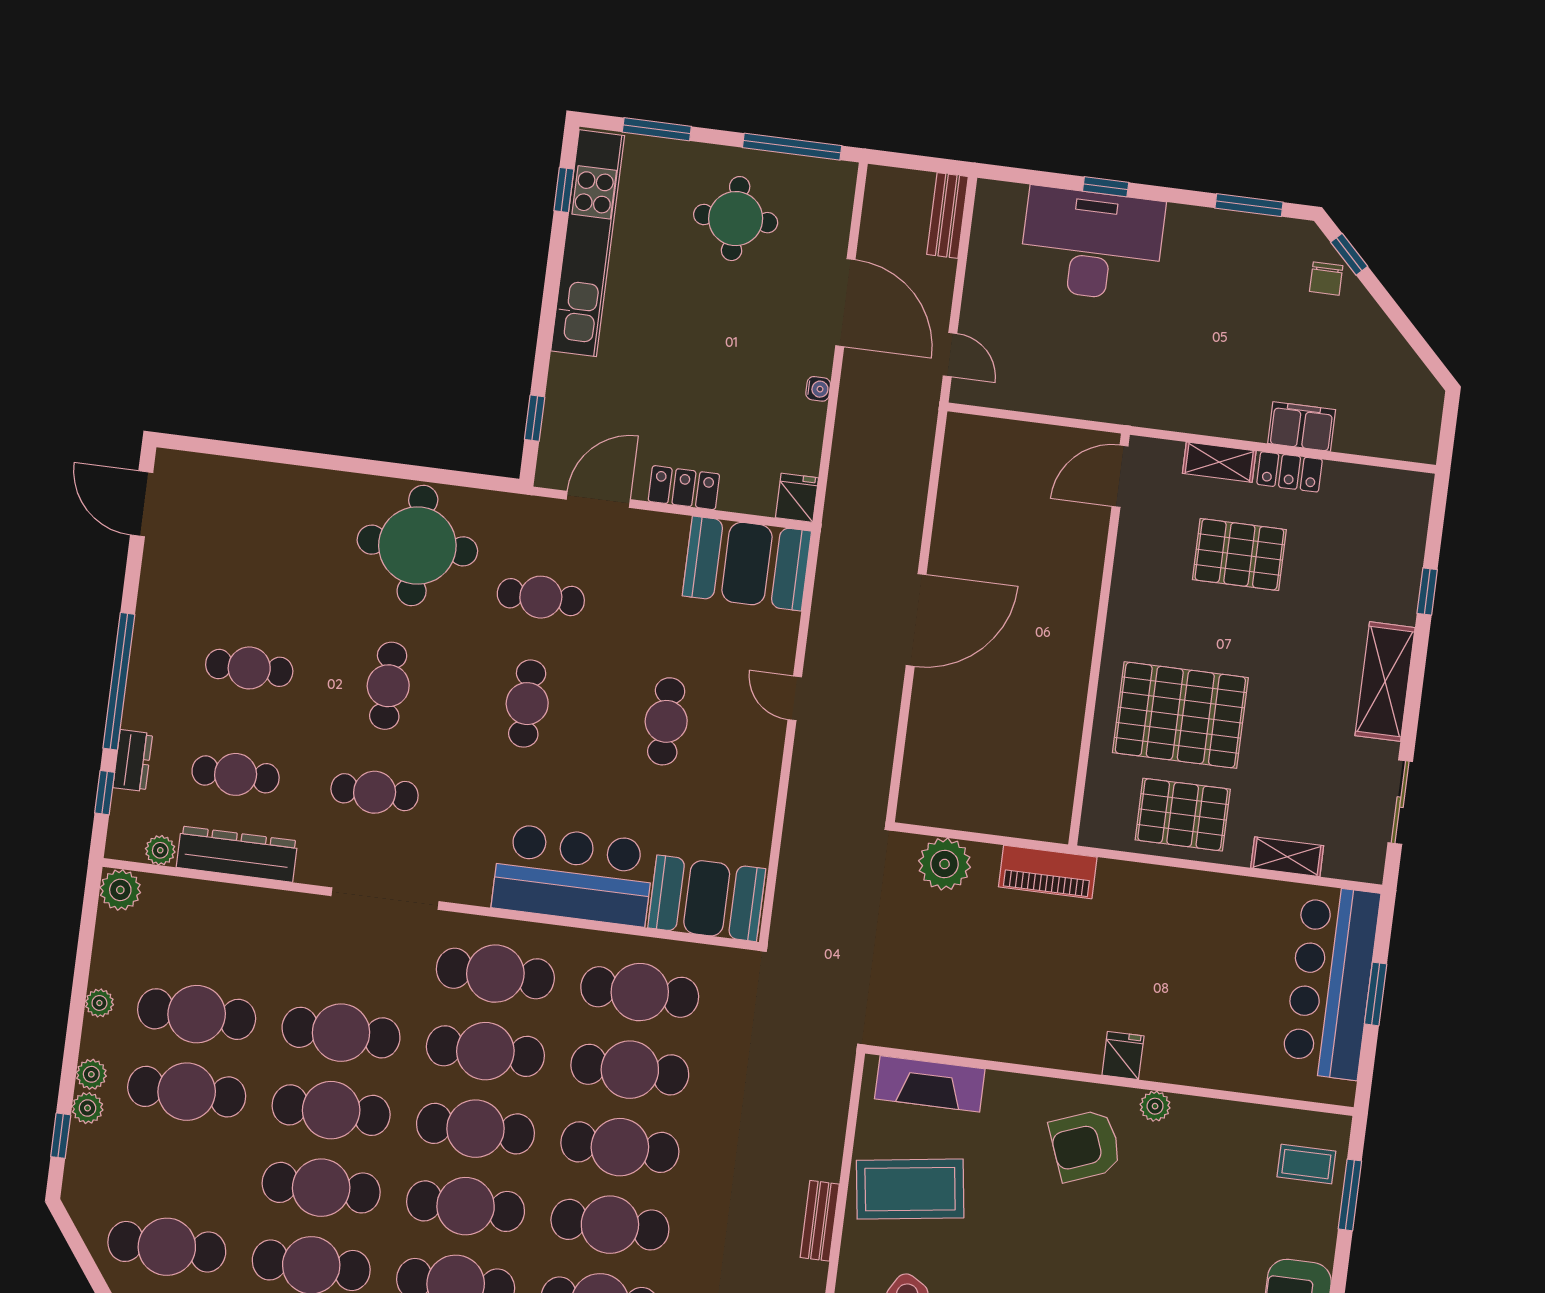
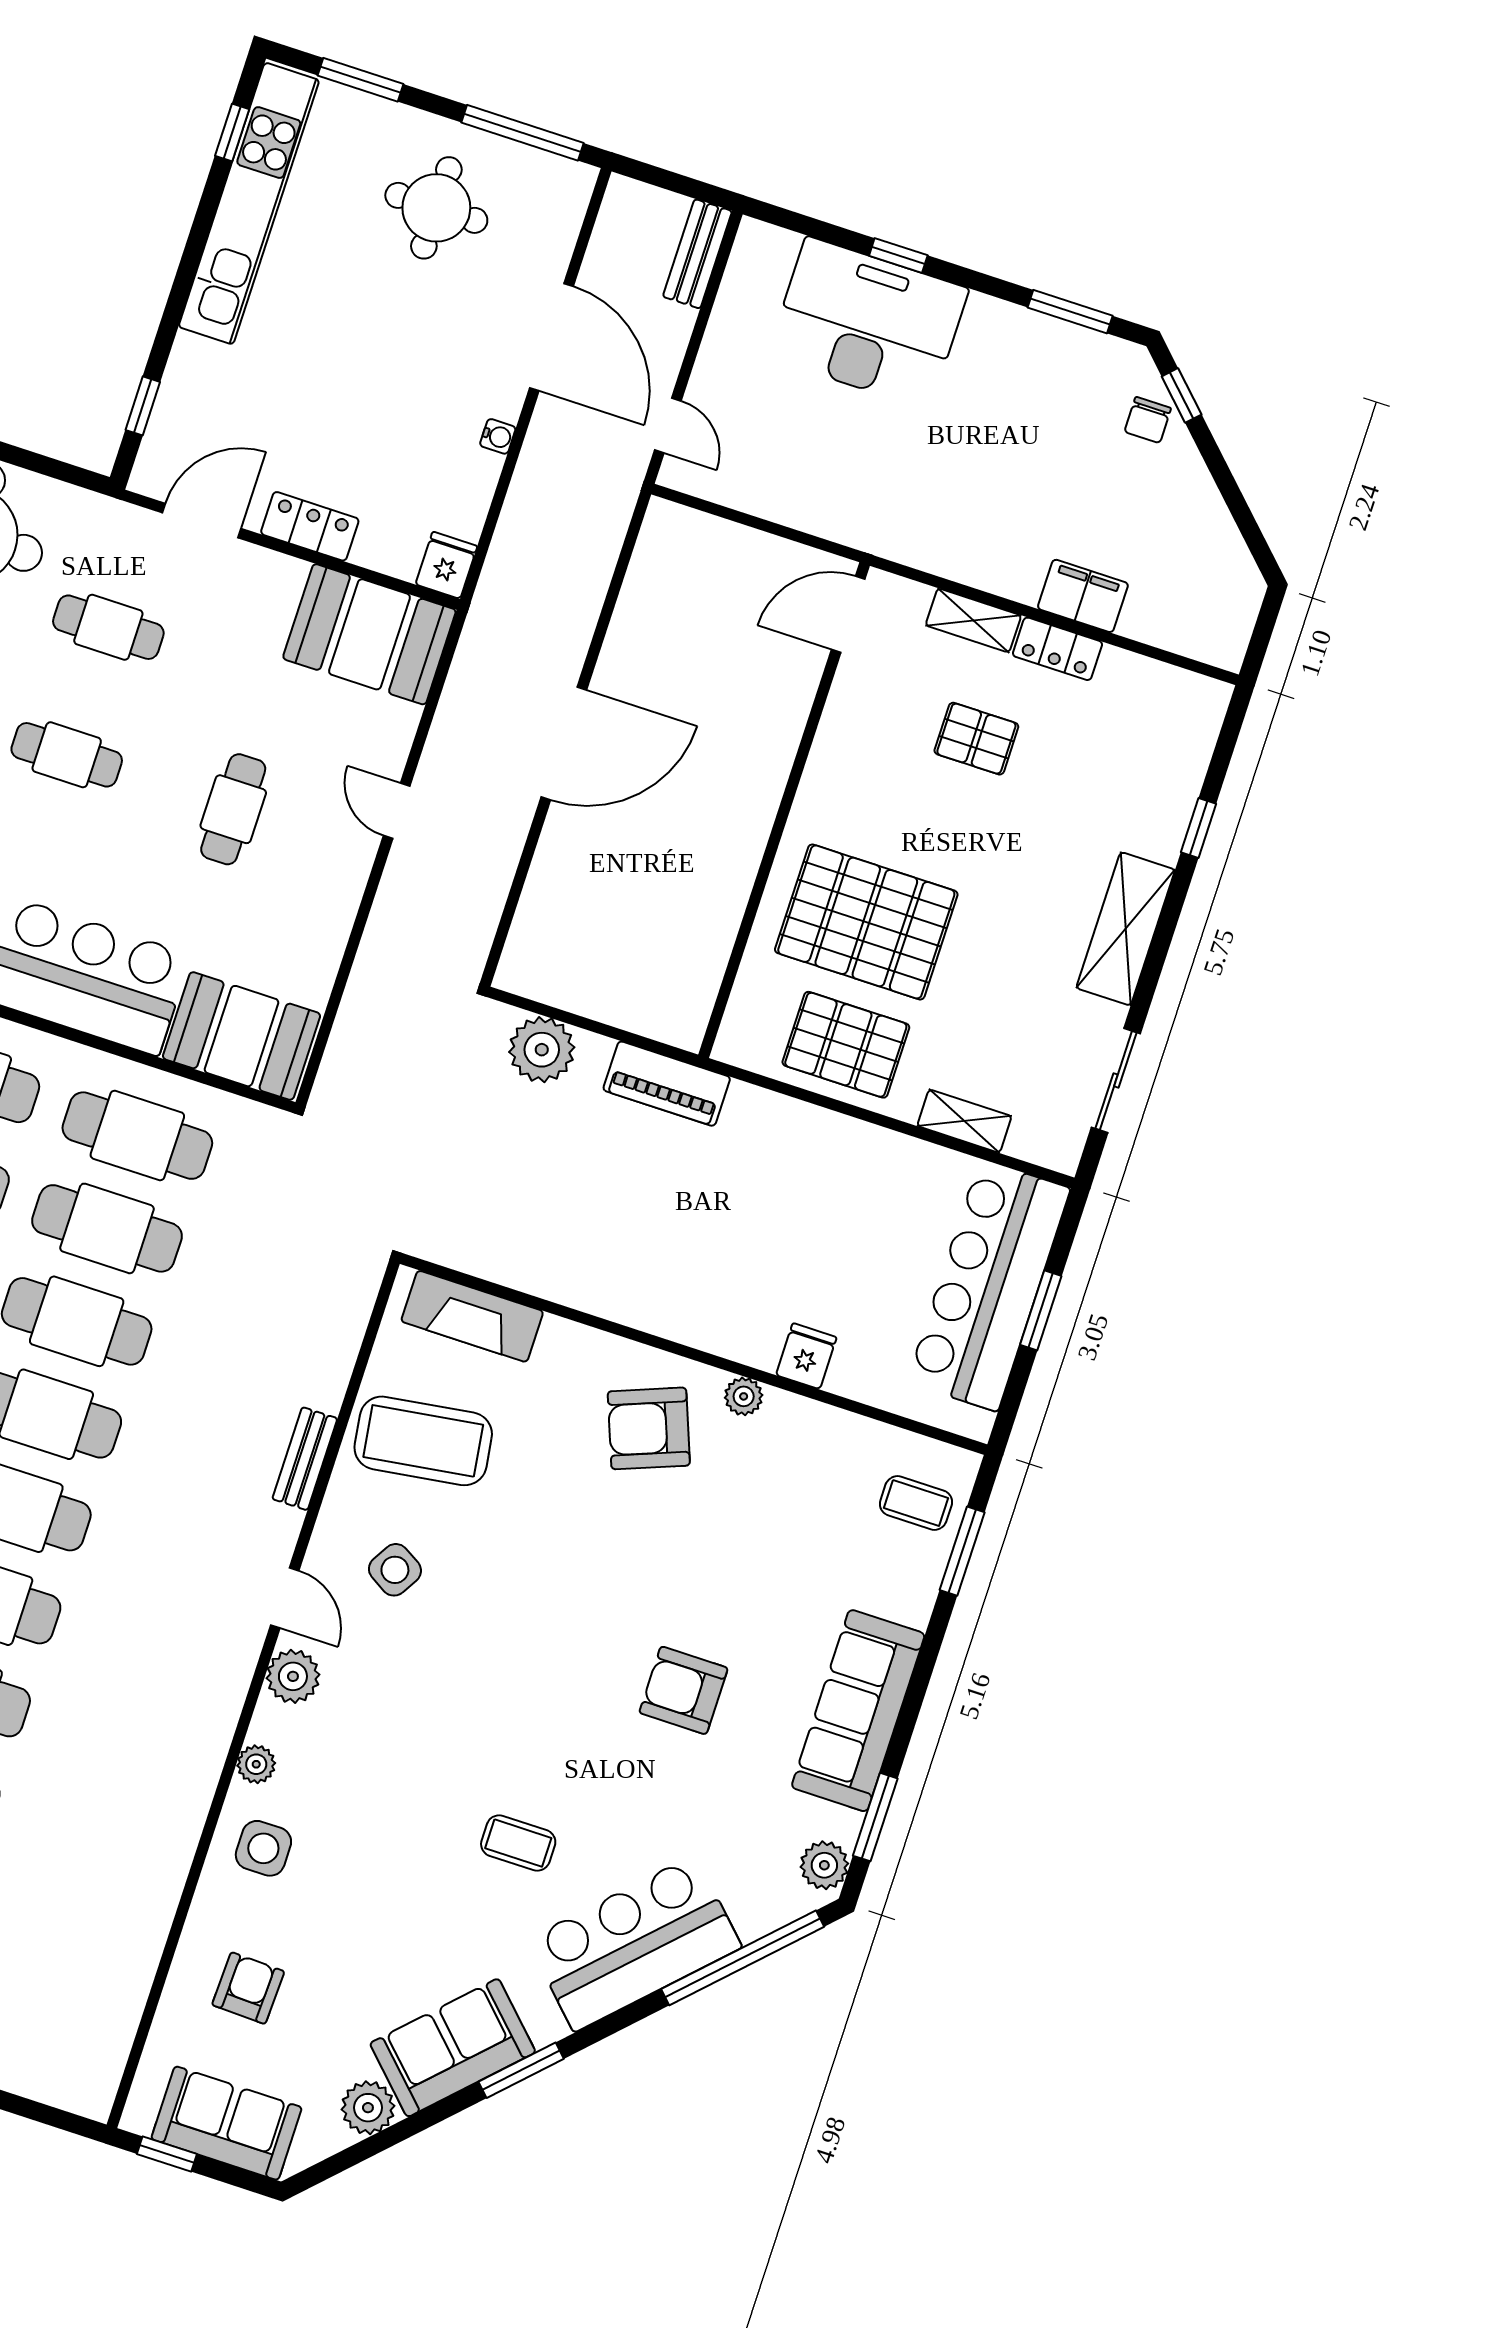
pallet: (1239, 555) -> (976, 739), width x0.67, depth x0.71
cafe table: (527, 704) -> (67, 755), turned 90
fridge: (1123, 1056) -> (806, 1356), moved

